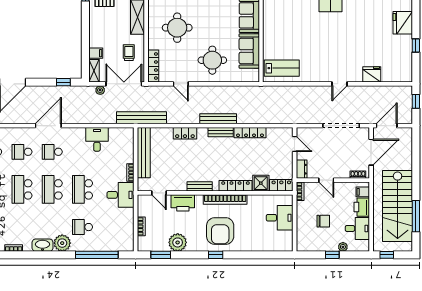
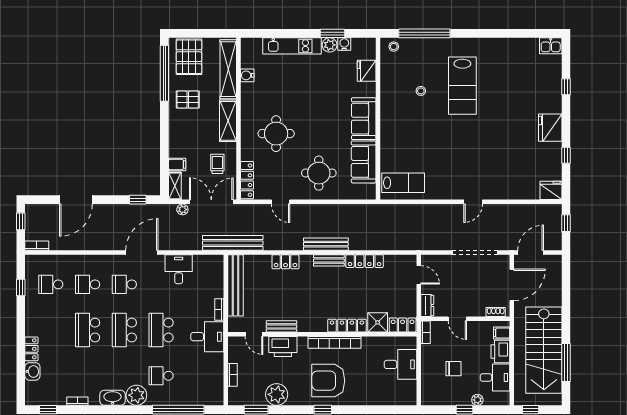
fridge: (372, 74) -> (551, 190), moved
door: (48, 126) -> (142, 253), moved
bench: (200, 186) -> (281, 326), moved
armchair: (220, 231) -> (328, 381), turned 90

